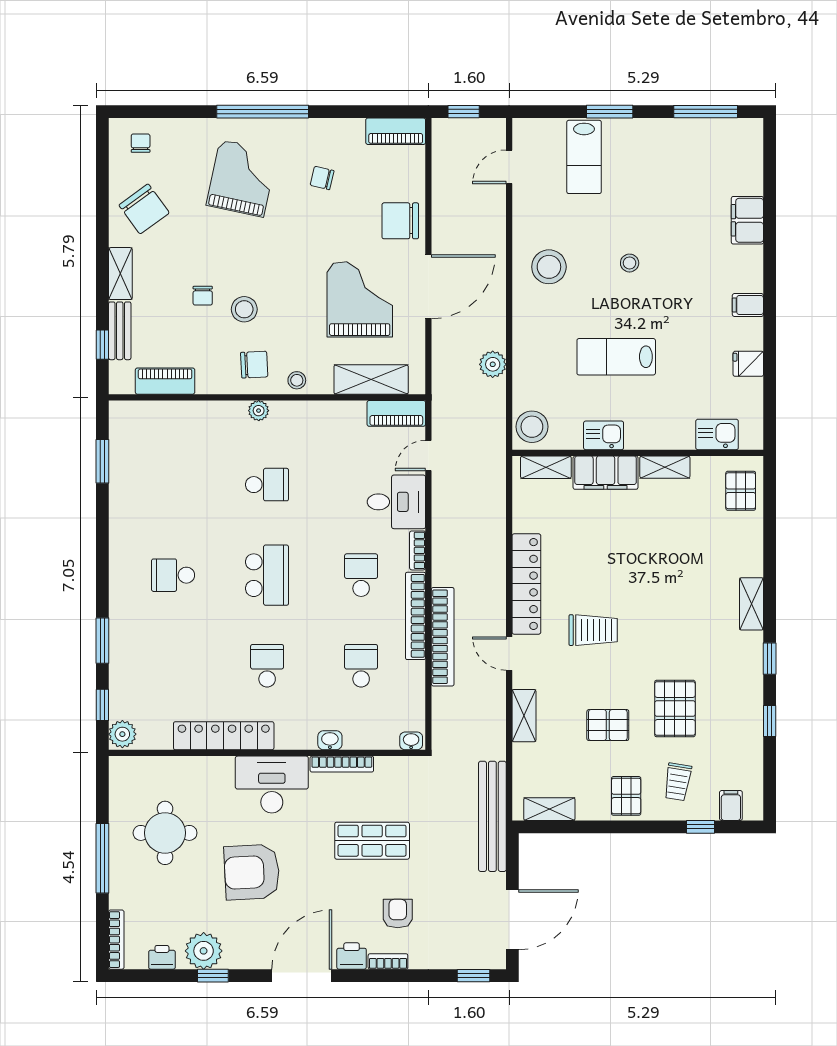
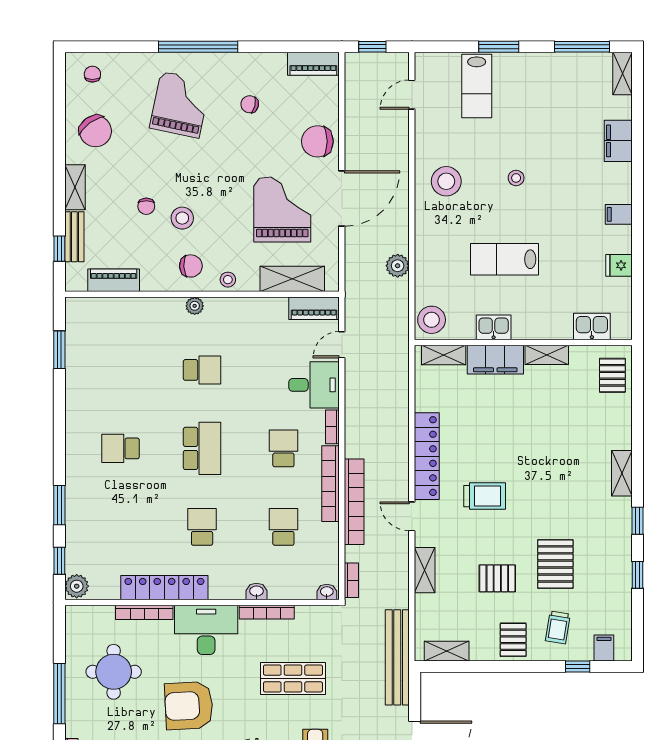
shelving: (752, 142) -> (622, 74), added
bookcase: (439, 727) -> (351, 580), added
bookcase: (200, 764) -> (144, 612), added

